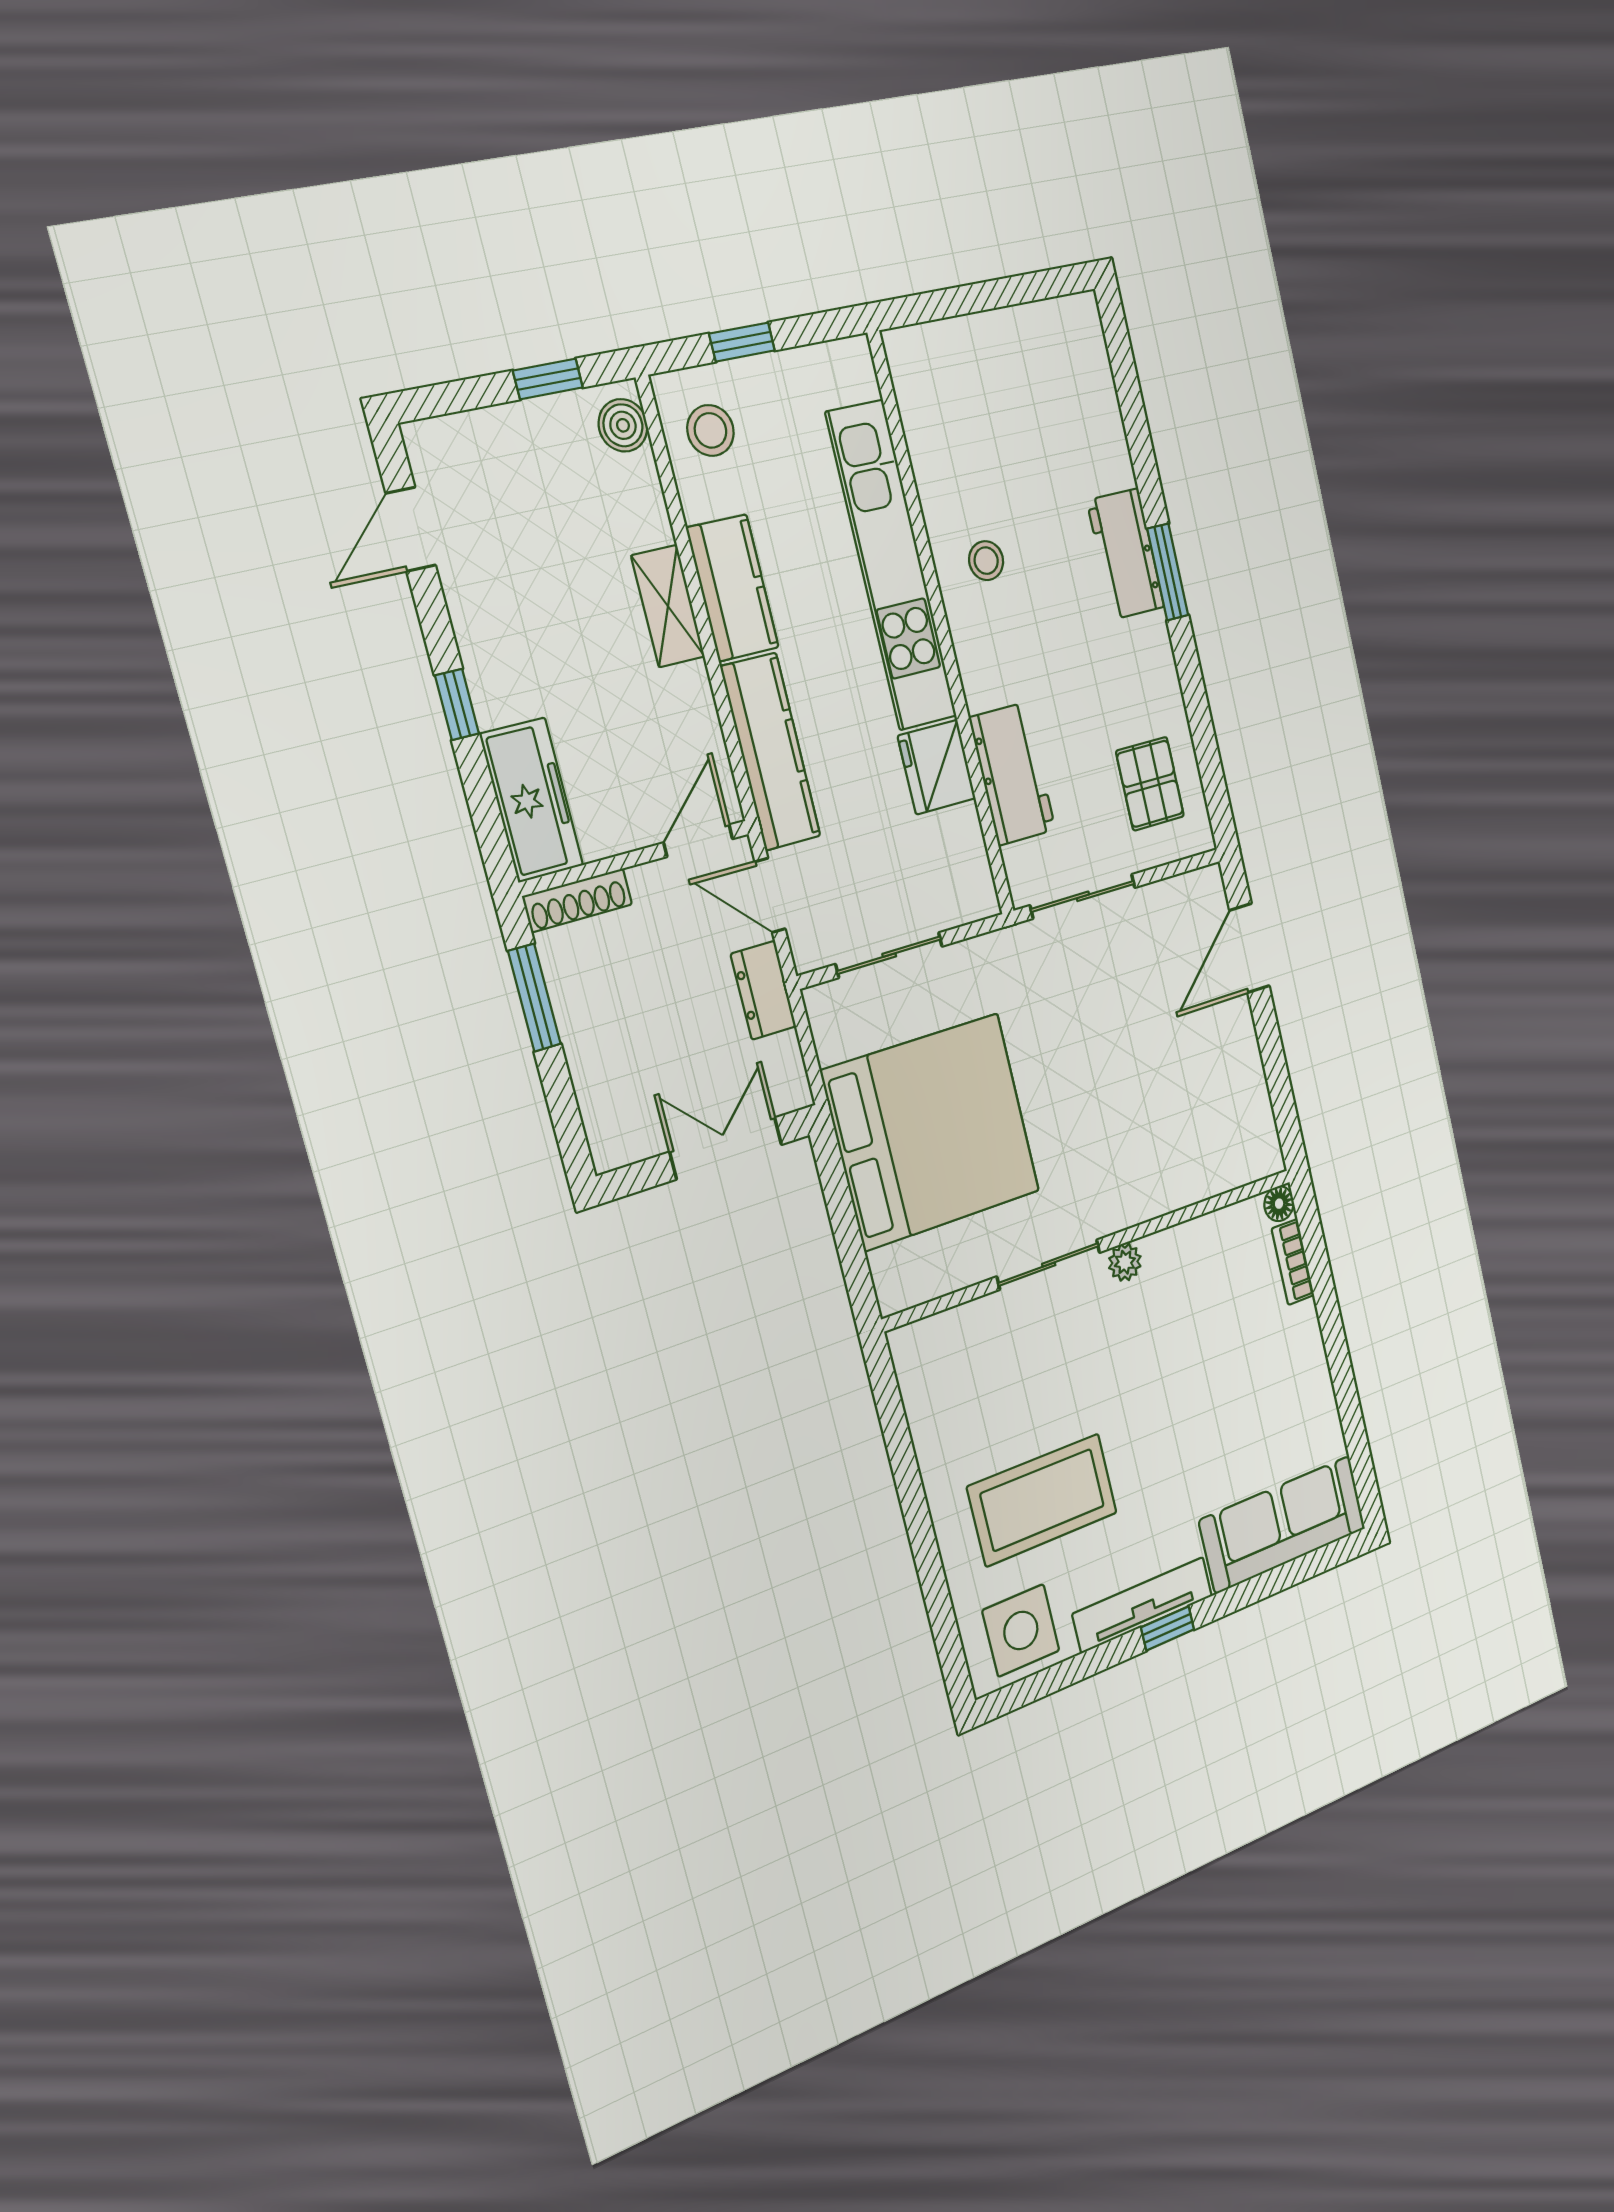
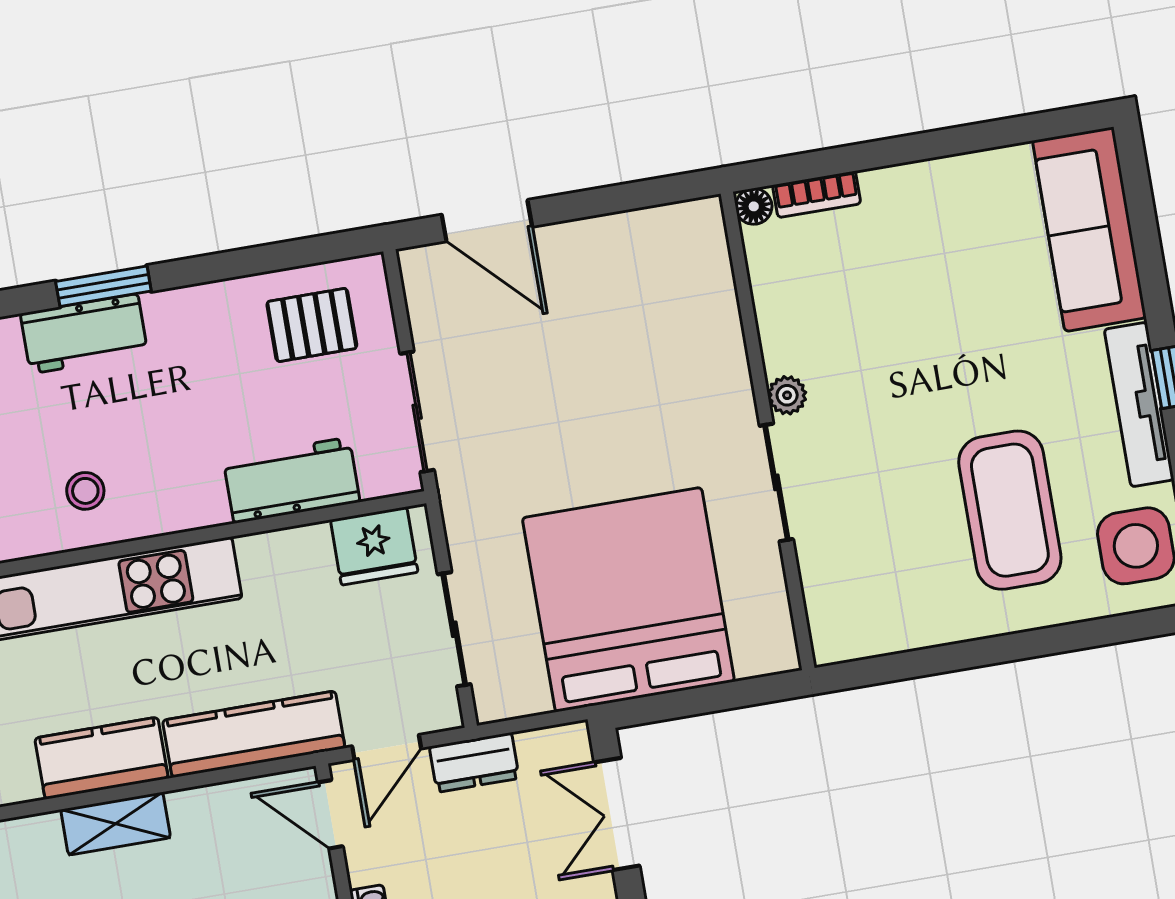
fridge: (937, 767) -> (374, 546), moved

